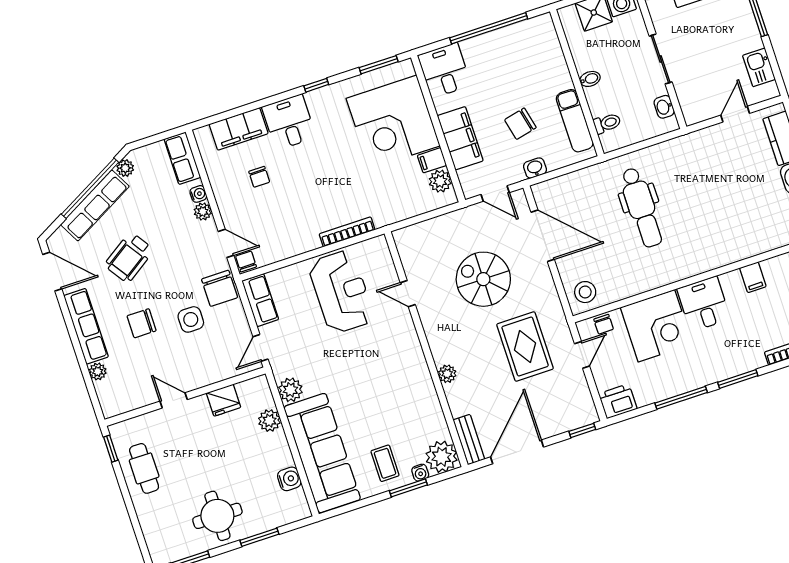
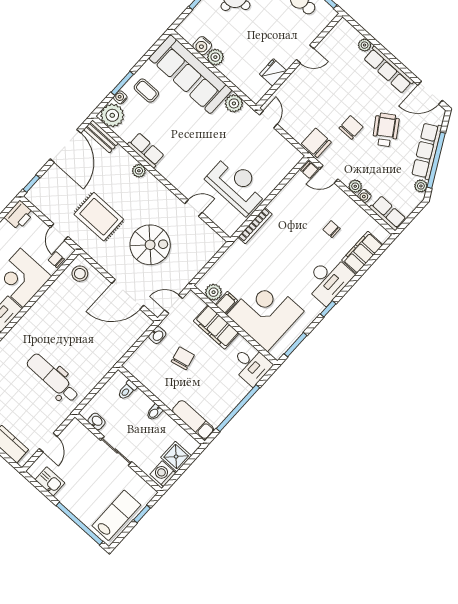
exam couch: (575, 121) -> (193, 420), moved
desk: (289, 122) -> (328, 279), width x1.37
dental chair: (642, 207) -> (53, 378), moved
reception desk: (341, 292) -> (237, 185), turned 180
row of seats: (260, 300) -> (146, 150), moved, turned 180
side table: (191, 319) -> (324, 112), removed
chair: (142, 323) -> (351, 127), moved
plant: (269, 421) -> (215, 57), moved

